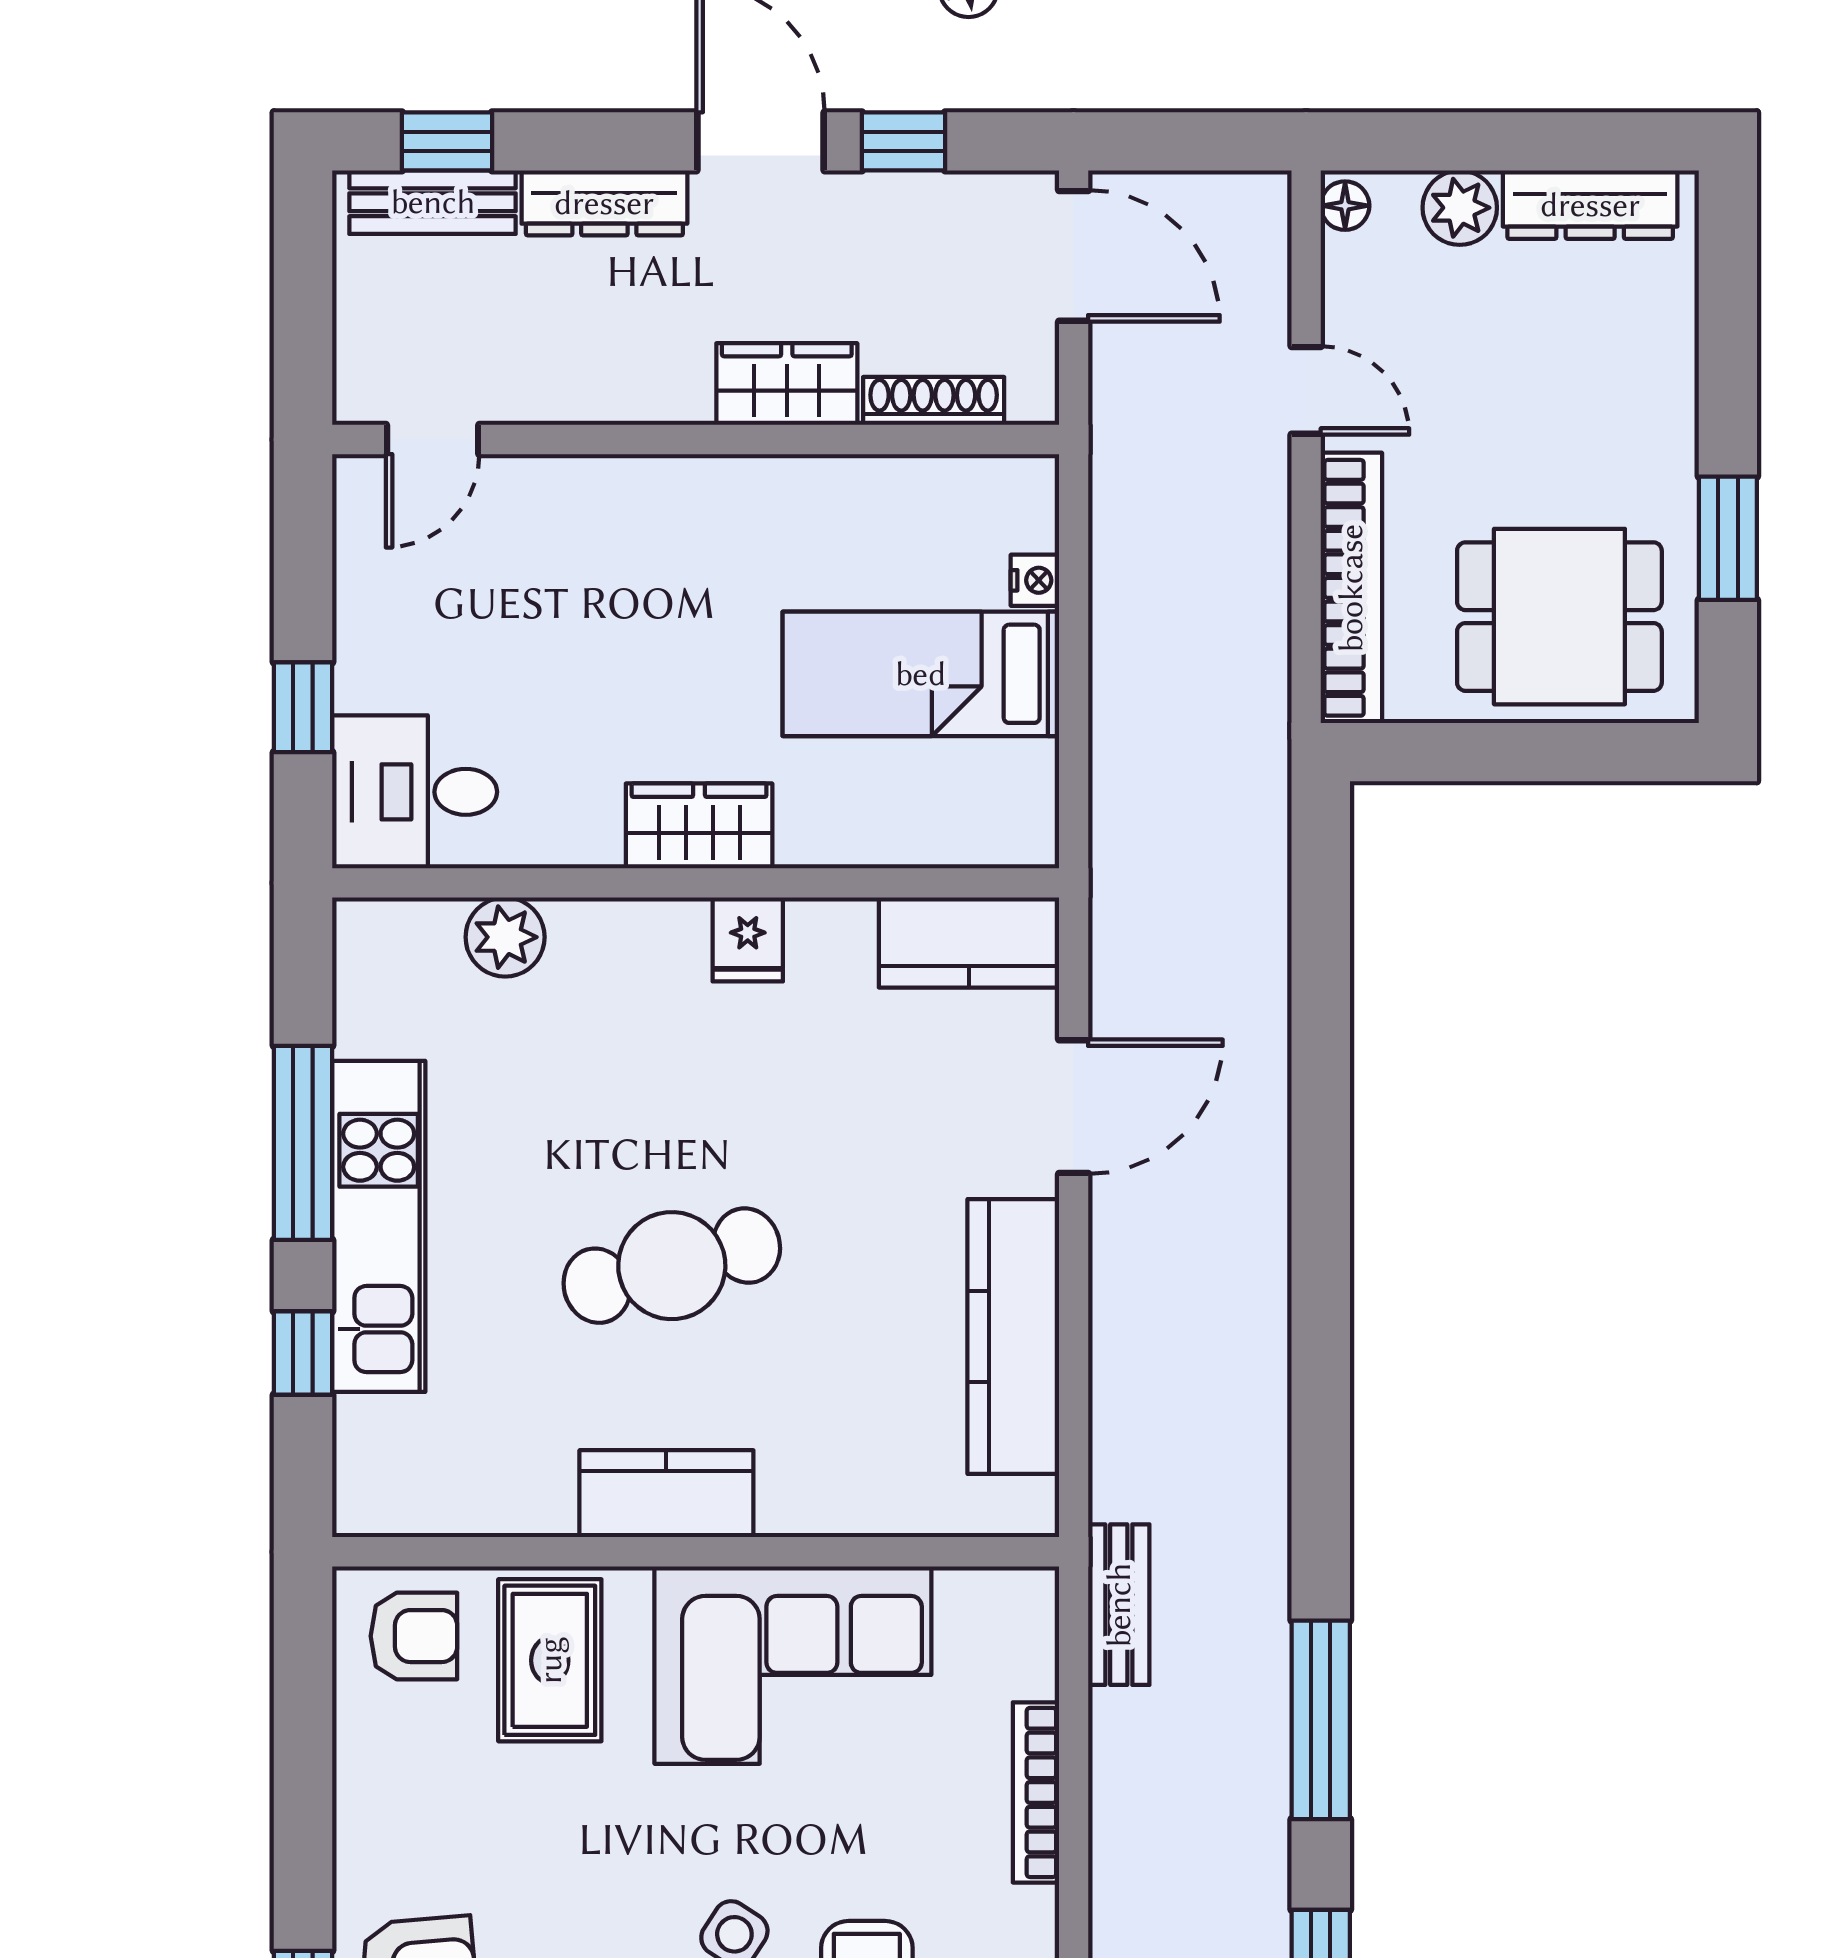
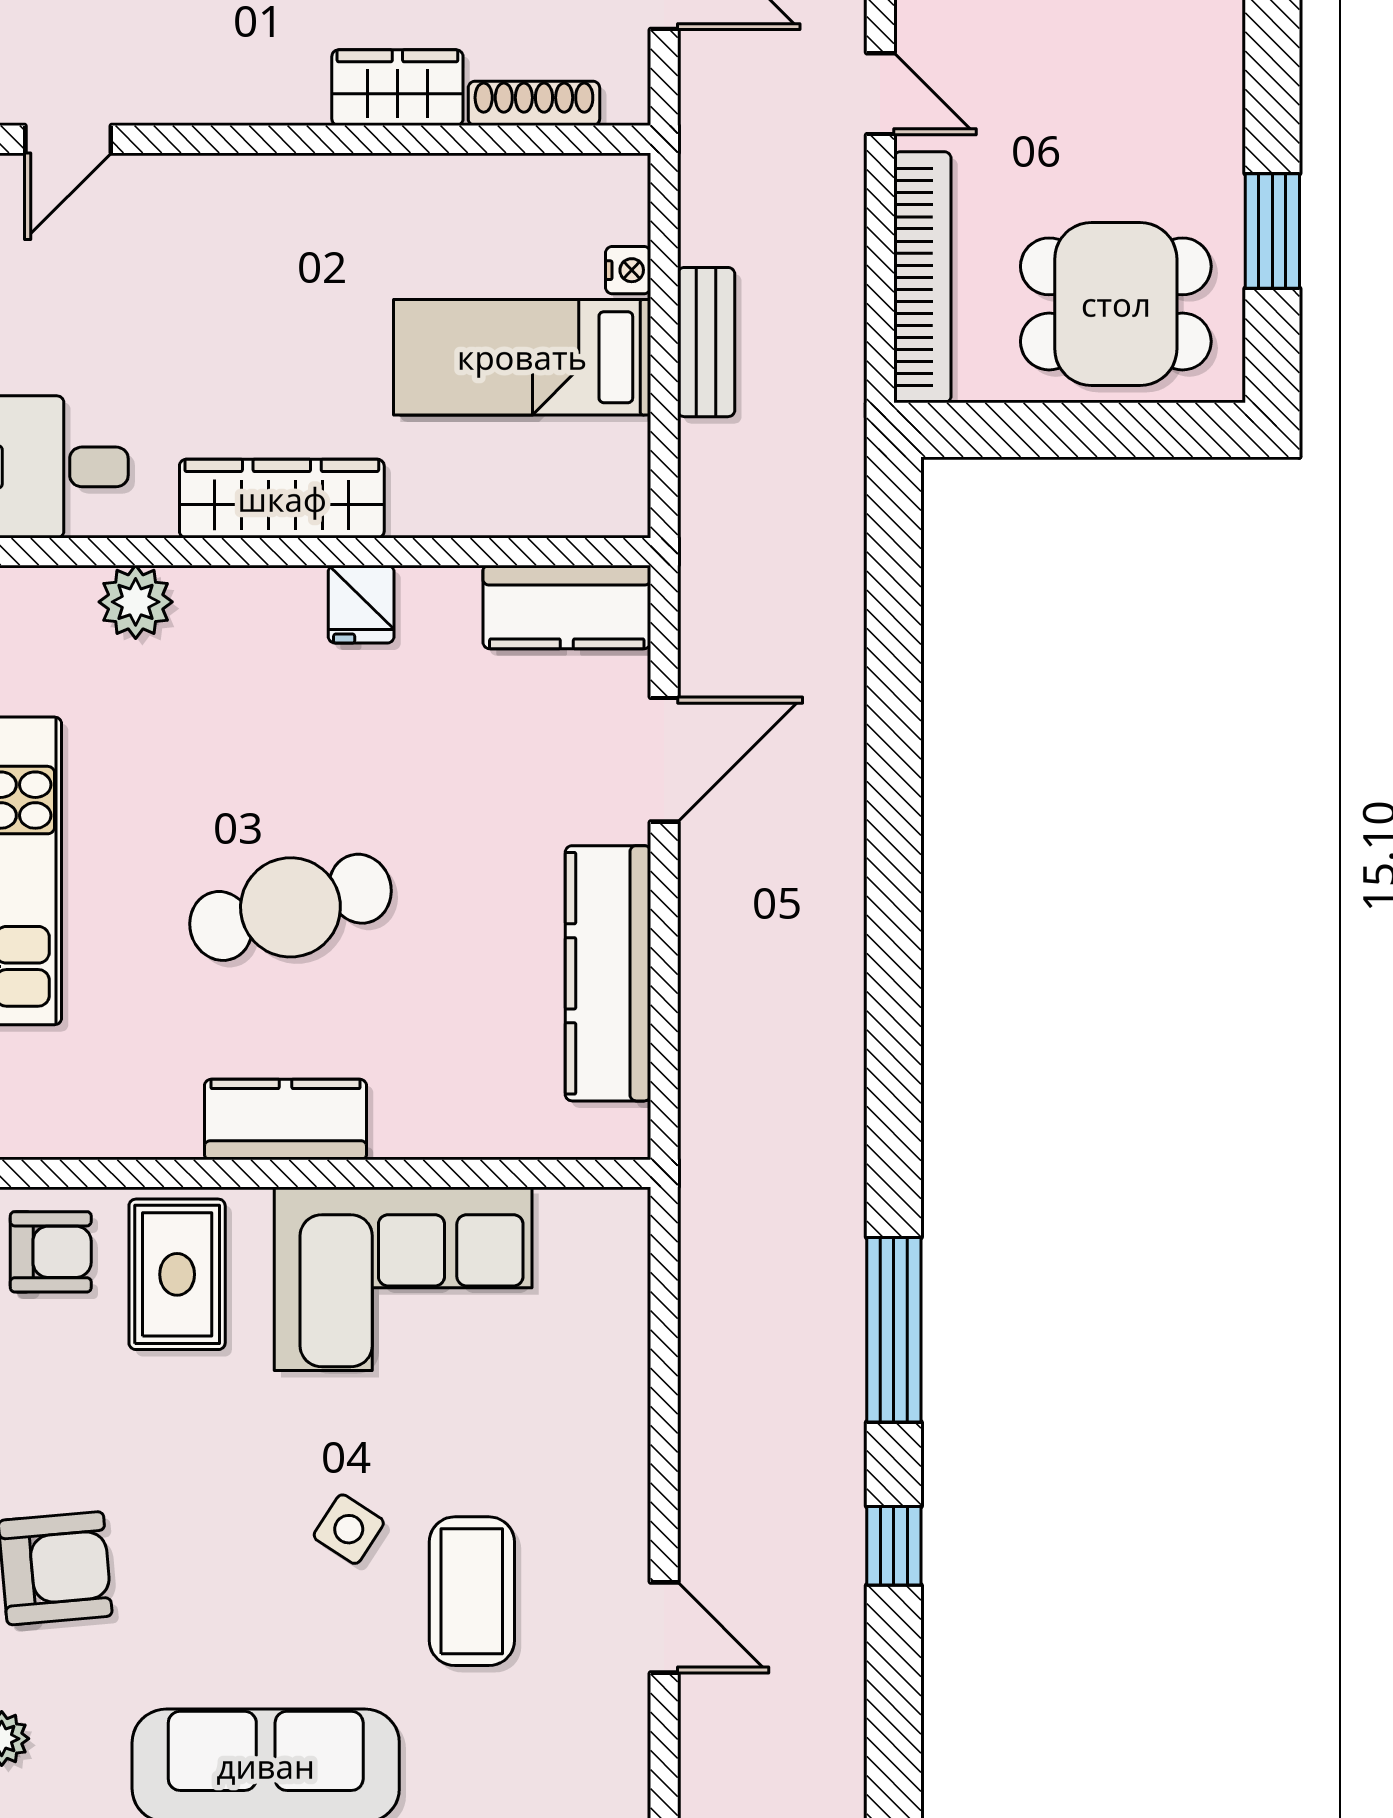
wardrobe: (699, 826) -> (282, 499), width x1.50
bench: (1119, 1605) -> (706, 342), moved
bookcase: (1036, 1792) -> (629, 1397), removed

